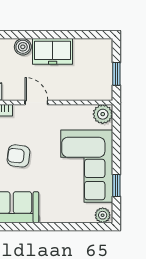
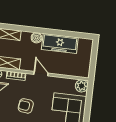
freezer: (53, 51) -> (60, 43), width x1.40
window: (116, 74) -> (93, 62), removed

